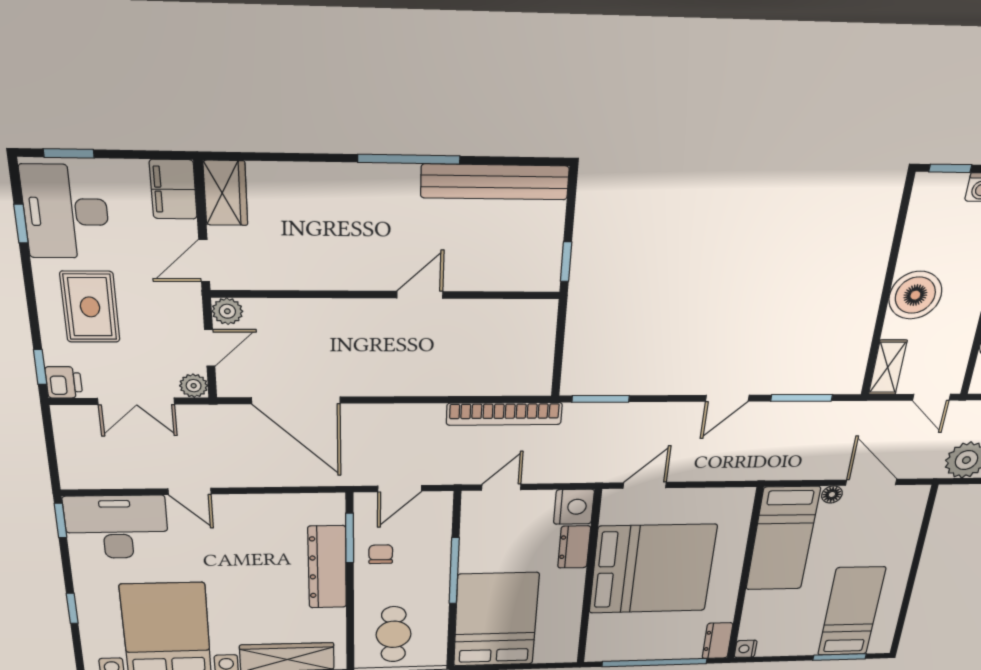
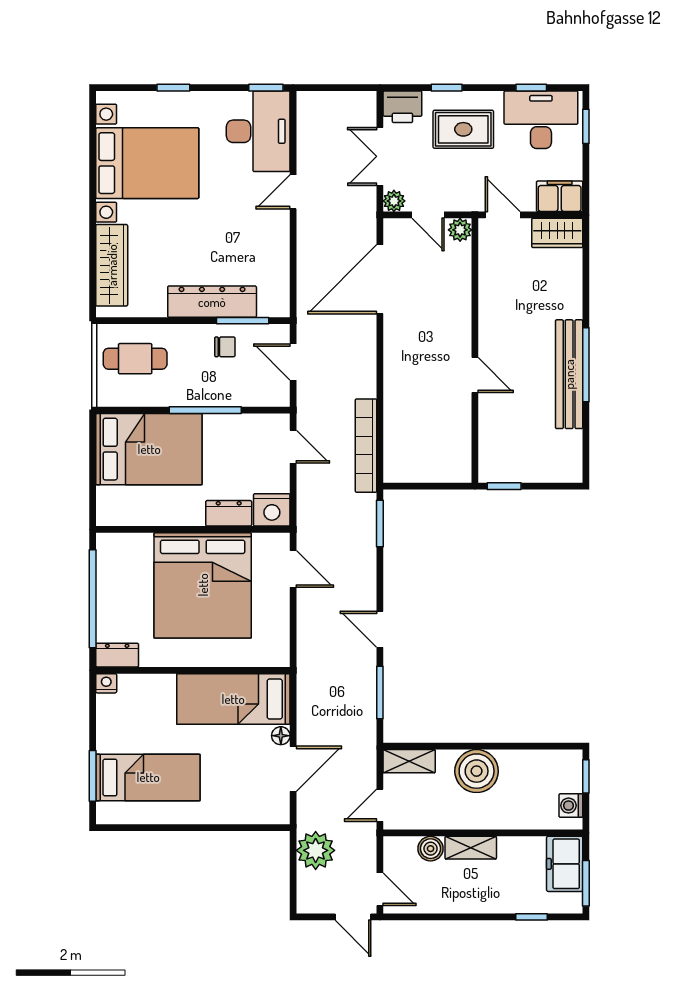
bench: (495, 182) -> (569, 374), moved
window: (40, 367) -> (447, 88), moved
printer: (64, 382) -> (402, 107), width x1.36, depth x1.24

